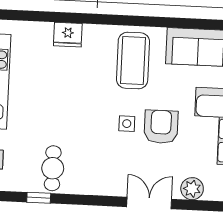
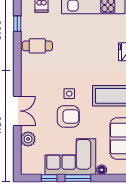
window: (39, 198) -> (17, 24), moved

